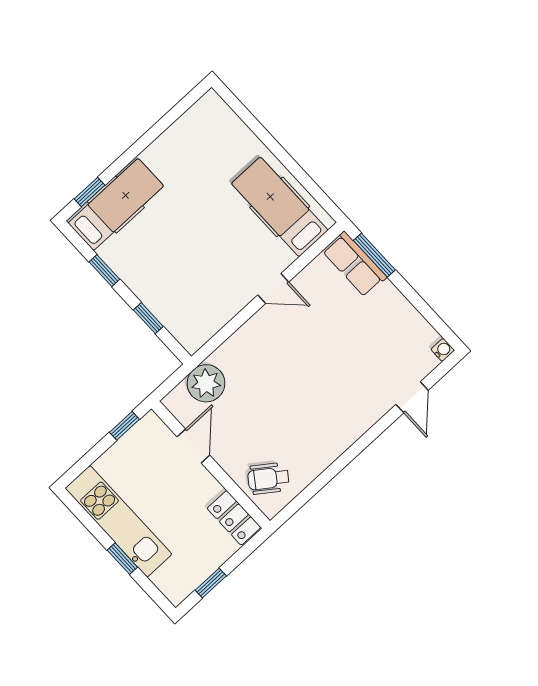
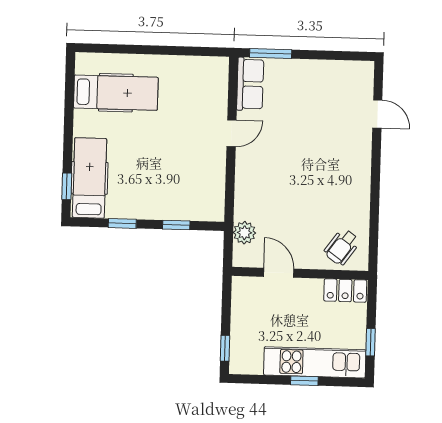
hospital bed: (280, 207) -> (116, 93), moved, turned 180
row of seats: (355, 264) -> (250, 84), moved, turned -90
water cooler: (443, 350) -> (367, 68), removed
plant: (206, 383) -> (244, 233), width x0.73, depth x0.73
window: (124, 426) -> (225, 348), moved
kitchen unit: (118, 521) -> (315, 362), moved

